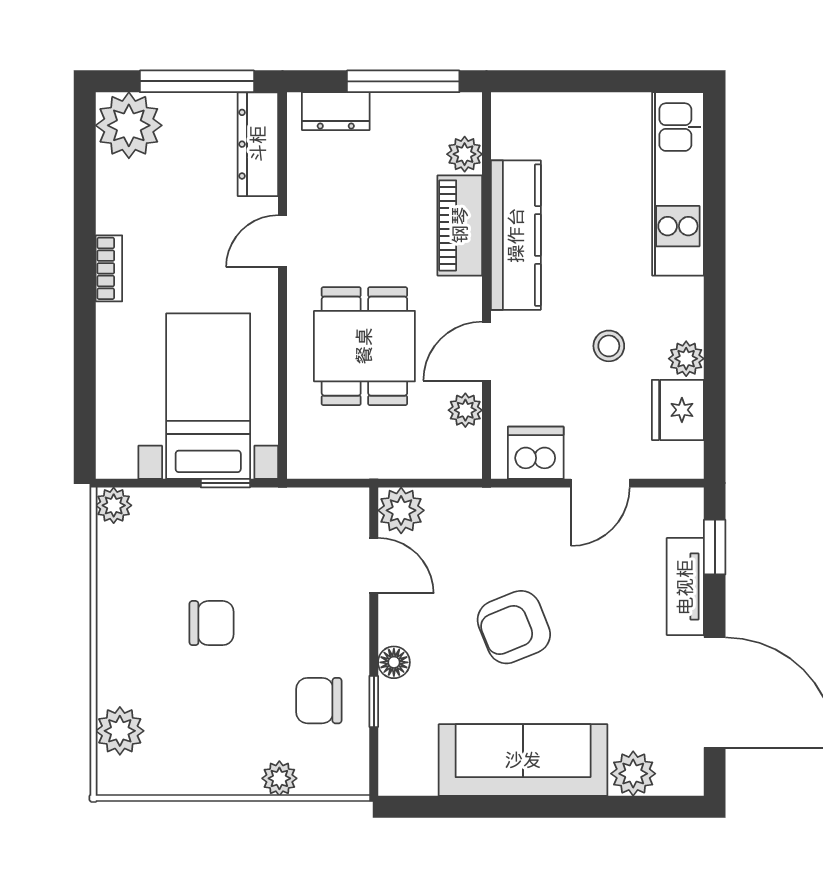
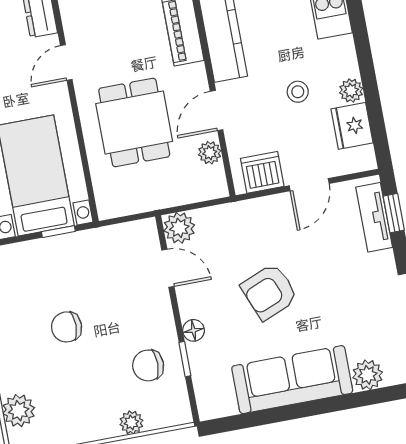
tv unit: (685, 587) -> (374, 217), moved
chair: (212, 623) -> (67, 327), turned 180

